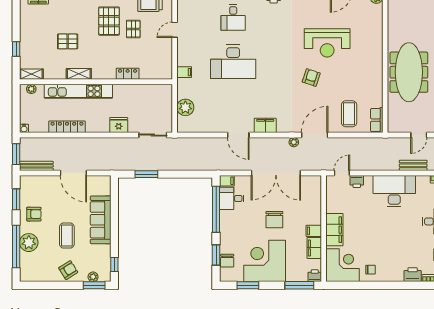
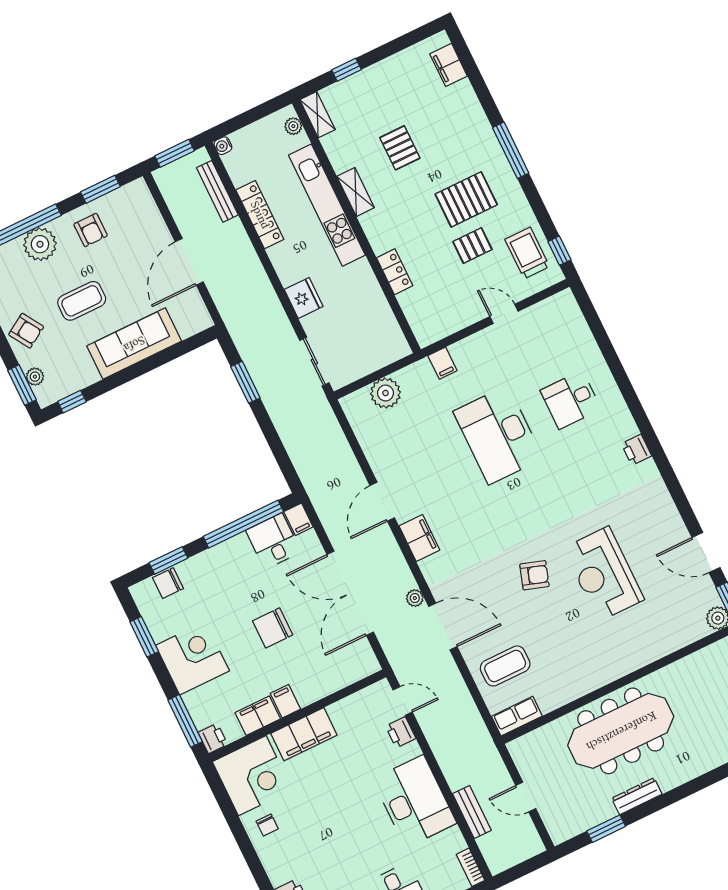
bench: (36, 166) -> (217, 191), moved
corner desk: (265, 261) -> (193, 658), width x0.74, depth x0.74

